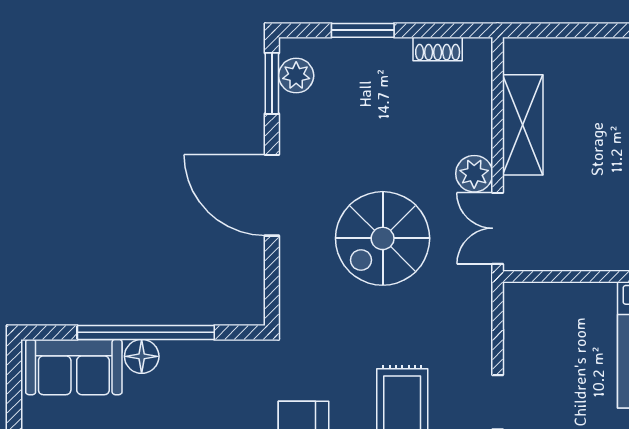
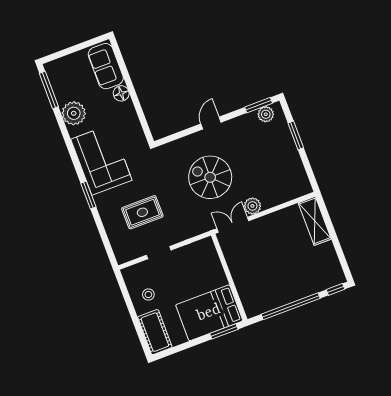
shoe rack: (438, 49) -> (300, 170), removed
shelving: (523, 125) -> (315, 221), moved, turned 90
door: (272, 195) -> (211, 123), width x0.53
window: (146, 332) -> (132, 91), removed

